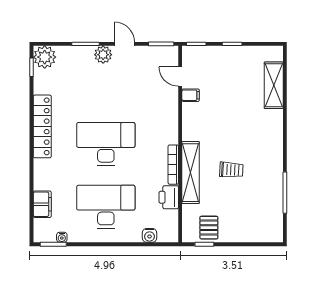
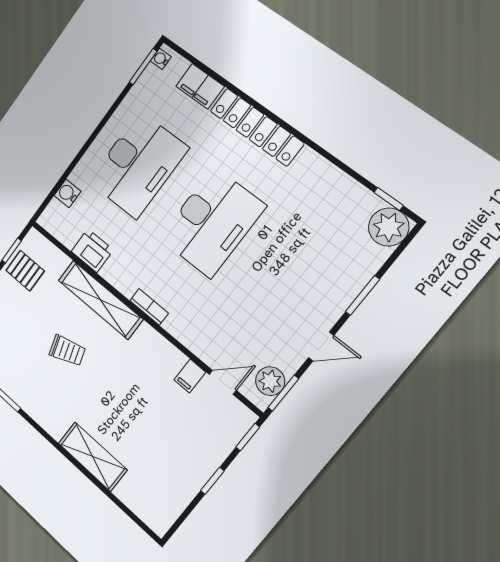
plant: (103, 55) -> (270, 381), moved
shelving: (274, 85) -> (93, 457), moved
locker: (42, 126) -> (257, 127), moved
bookcase: (173, 165) -> (149, 307), moved, width x0.64
trolley: (231, 170) -> (67, 351), turned -111
water cooler: (62, 237) -> (161, 59), moved

